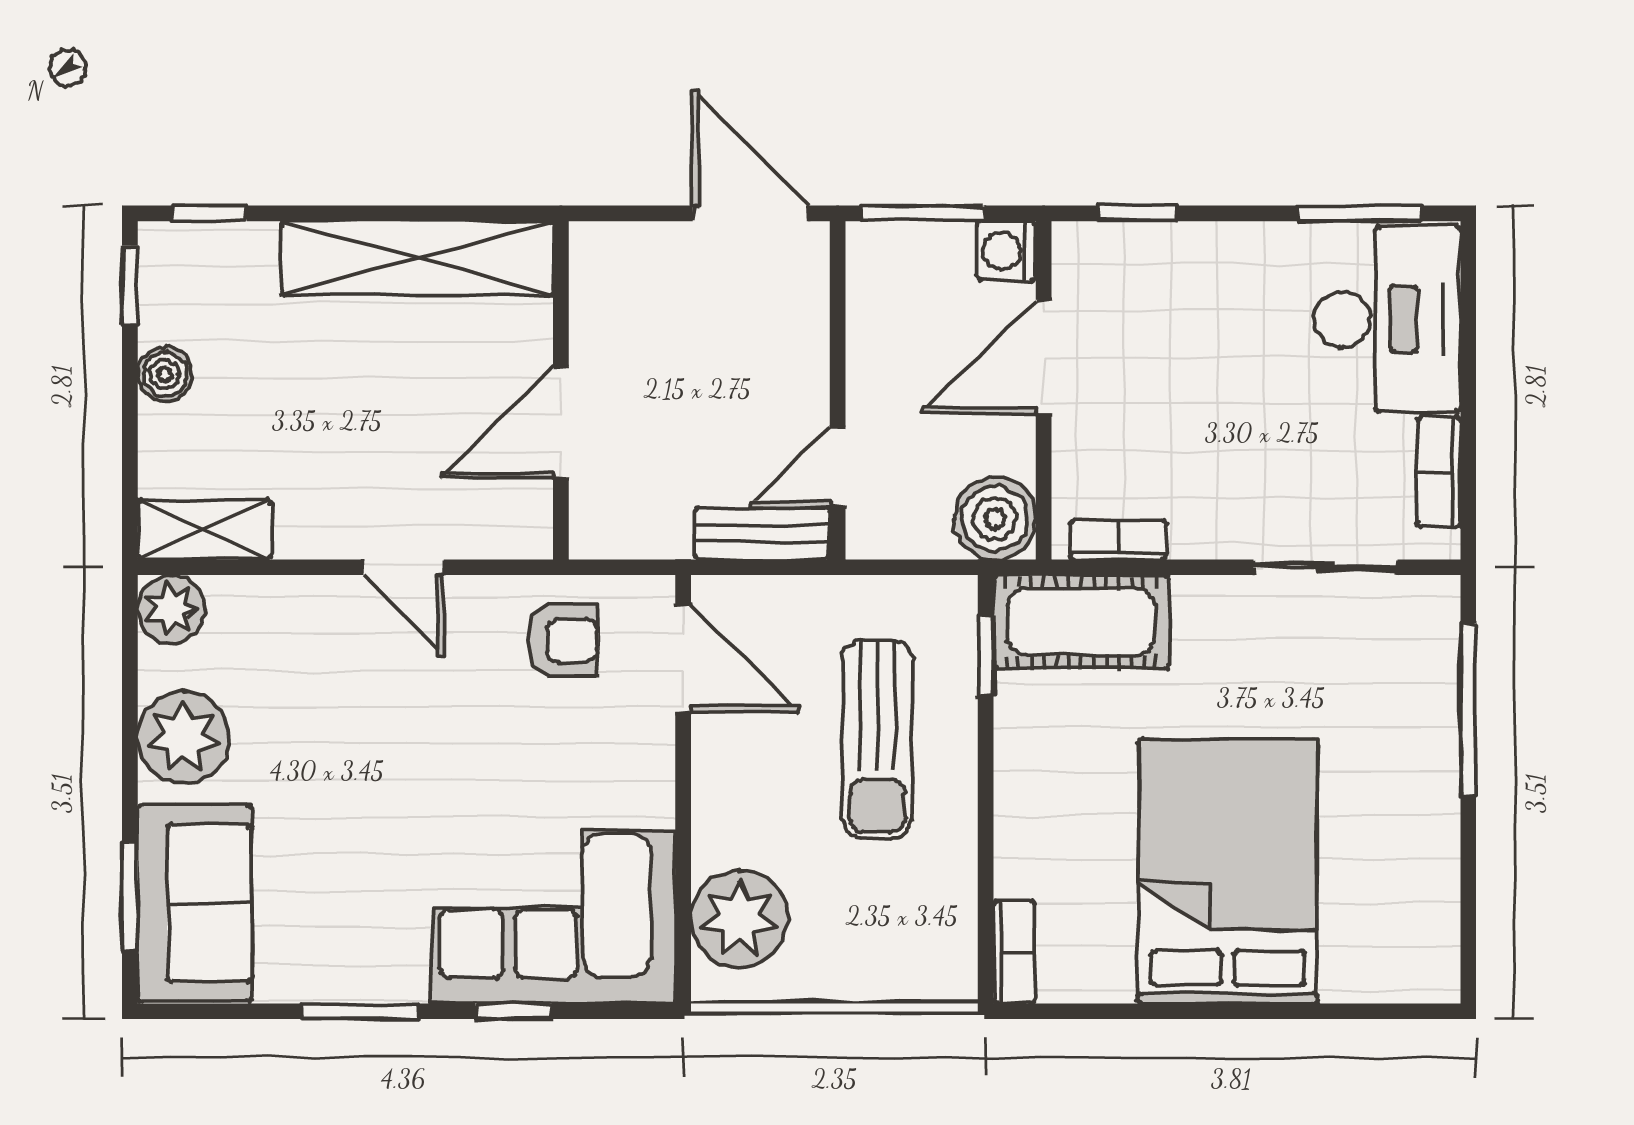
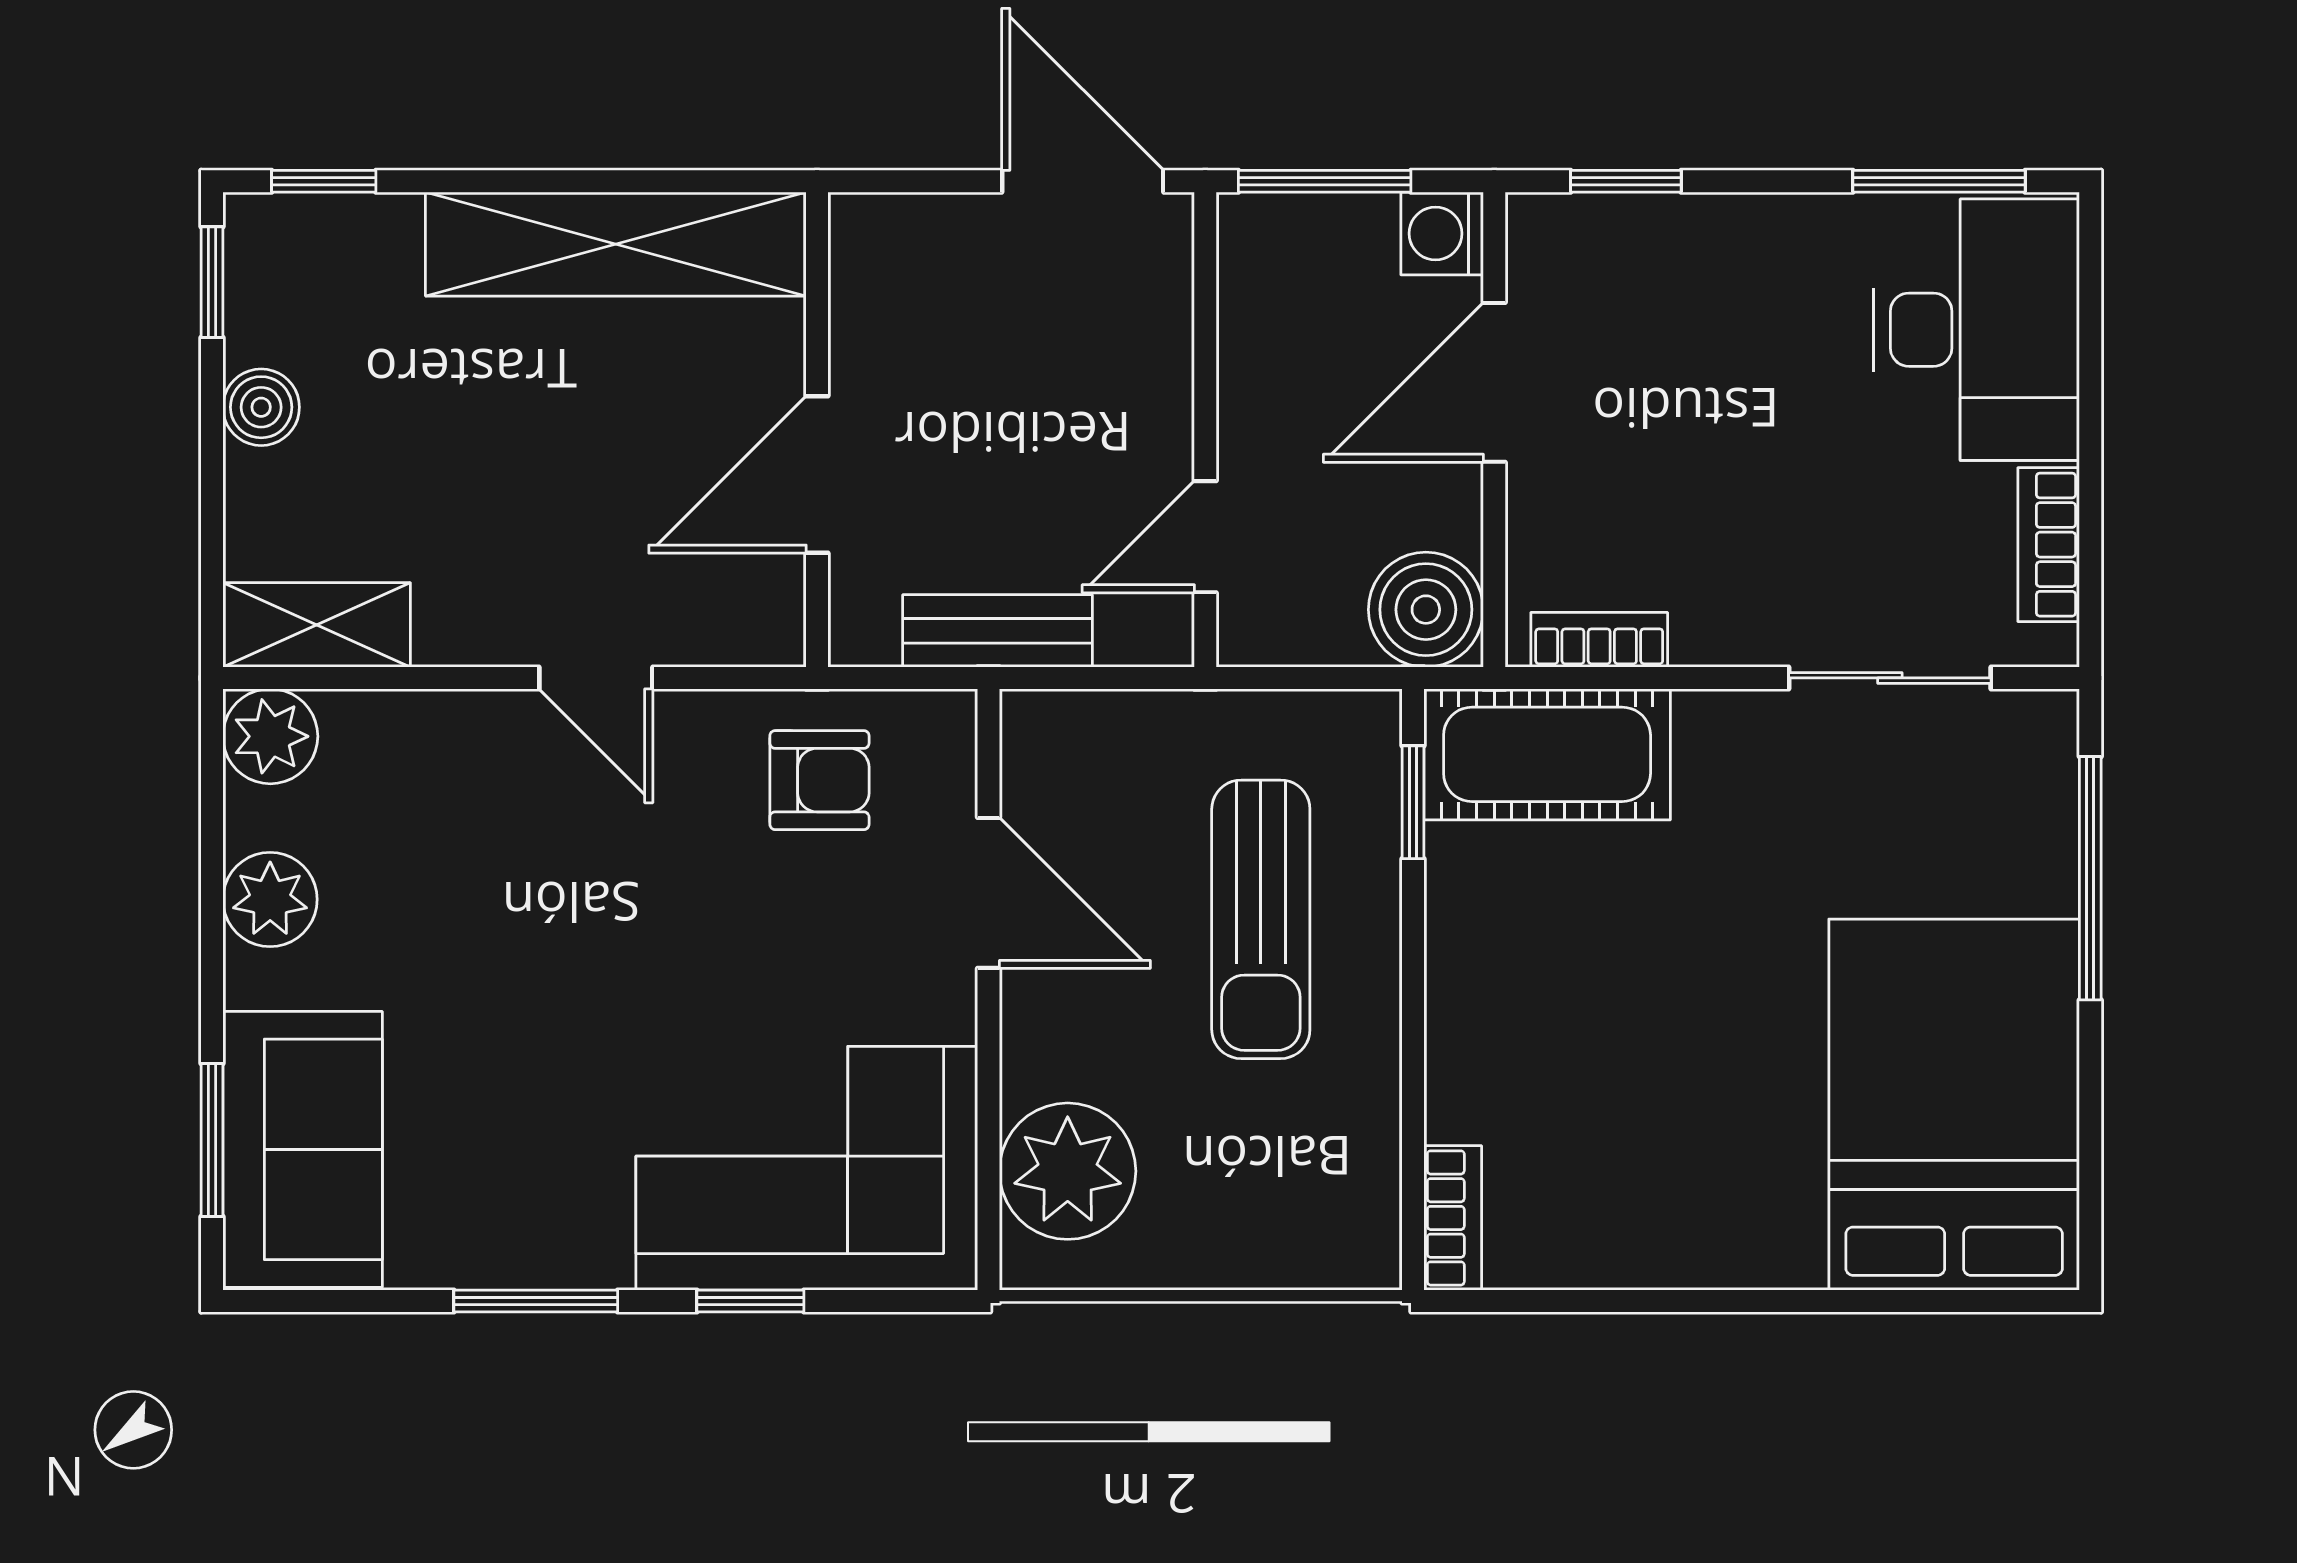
bench: (762, 534) -> (997, 631), moved
door: (683, 658) -> (989, 893), moved
plant: (183, 737) -> (270, 899), width x0.73, depth x0.73
bed: (1228, 871) -> (1954, 1105), moved

